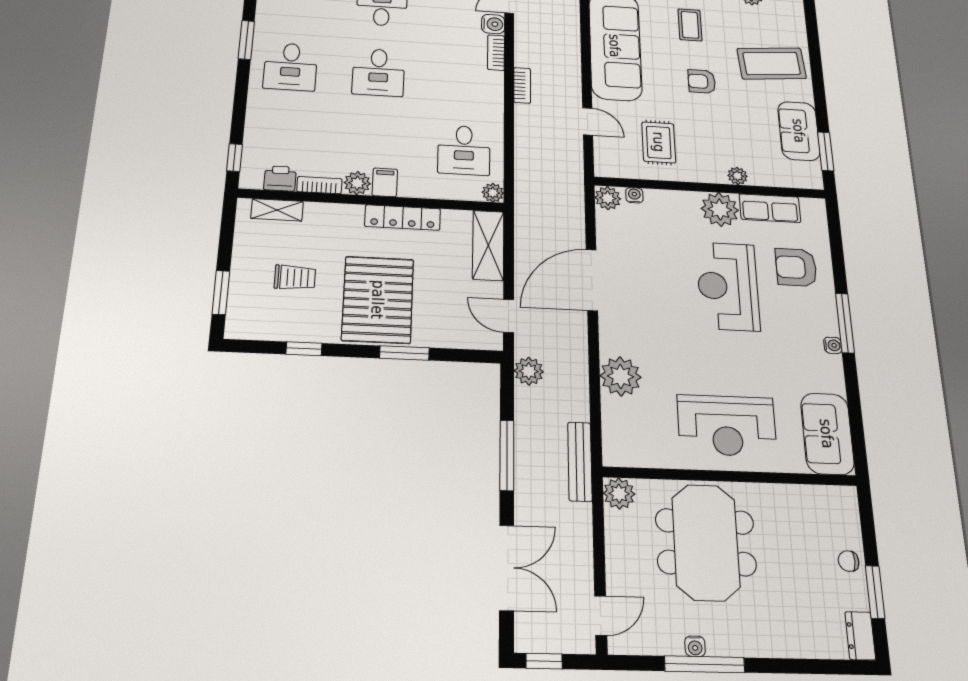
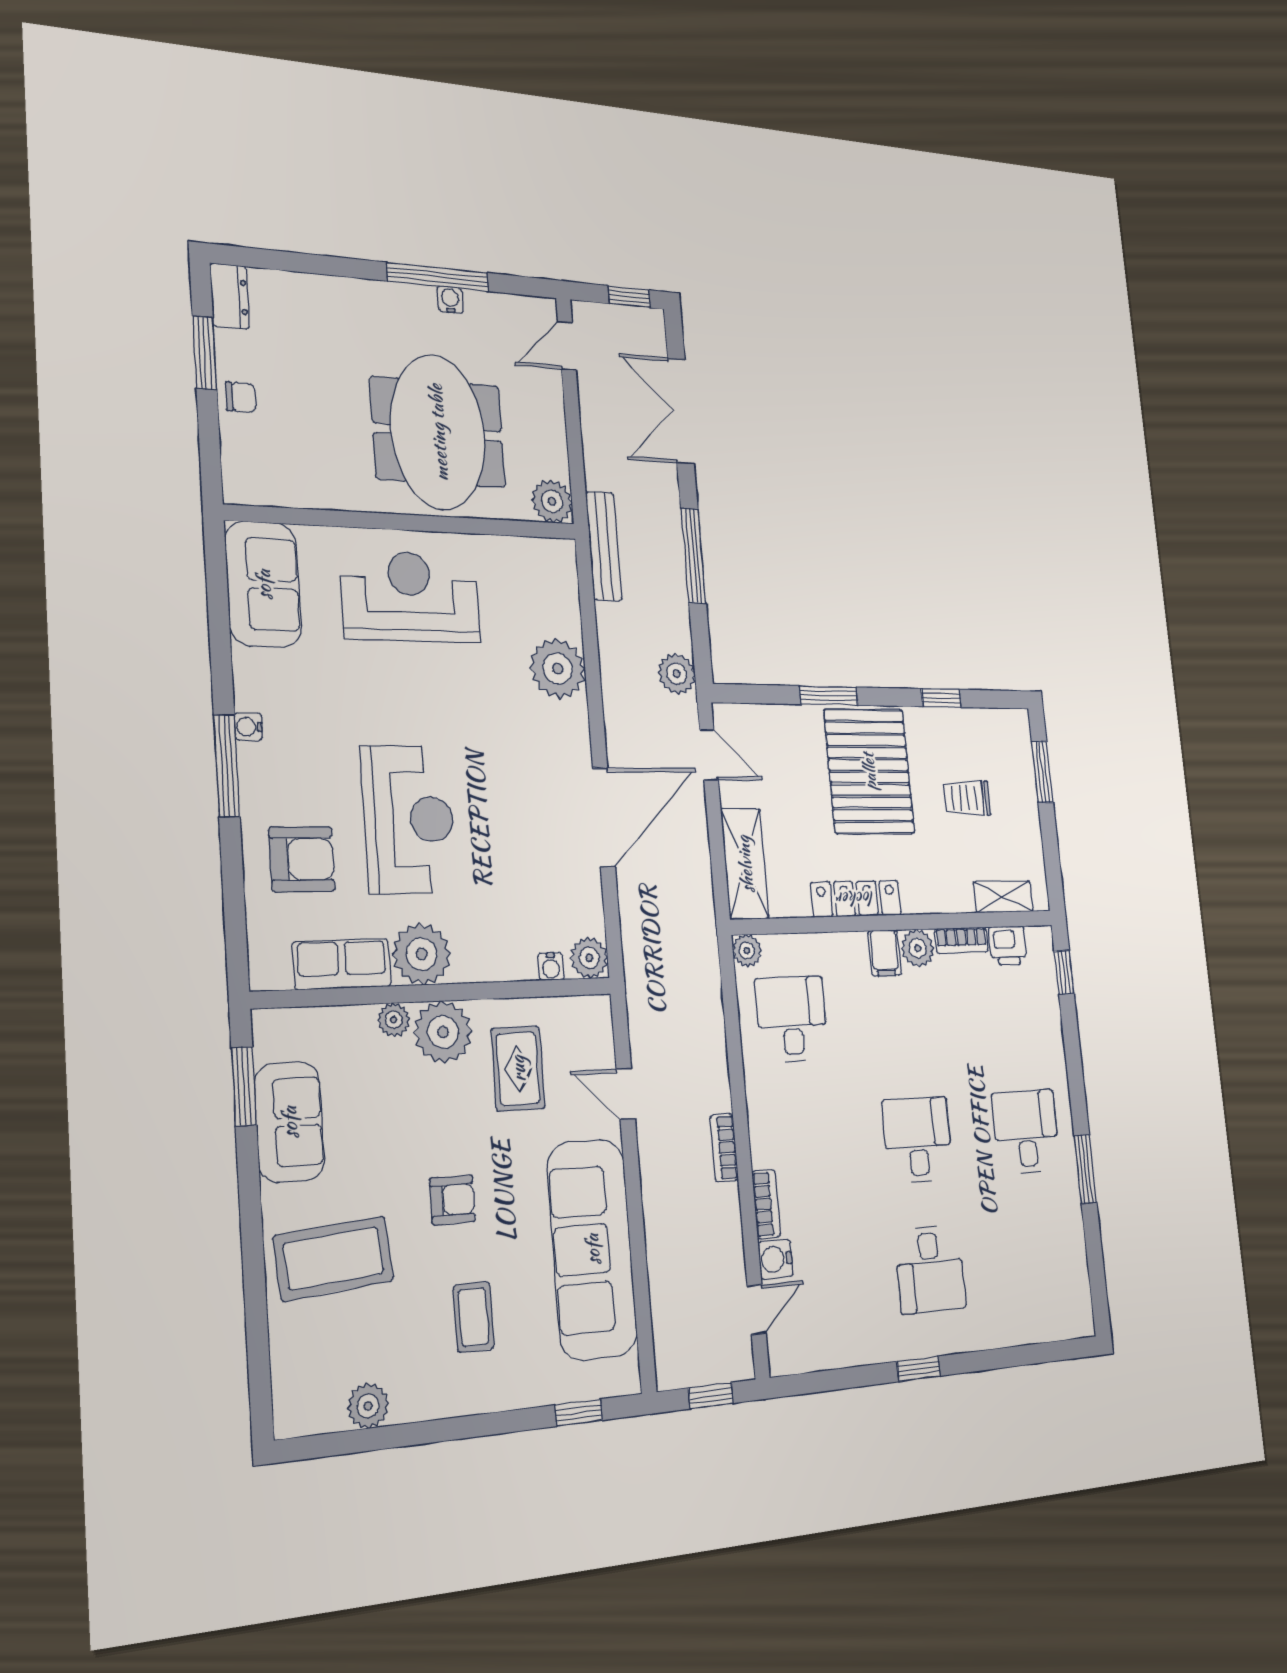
plant: (706, 166) -> (443, 1032), added

